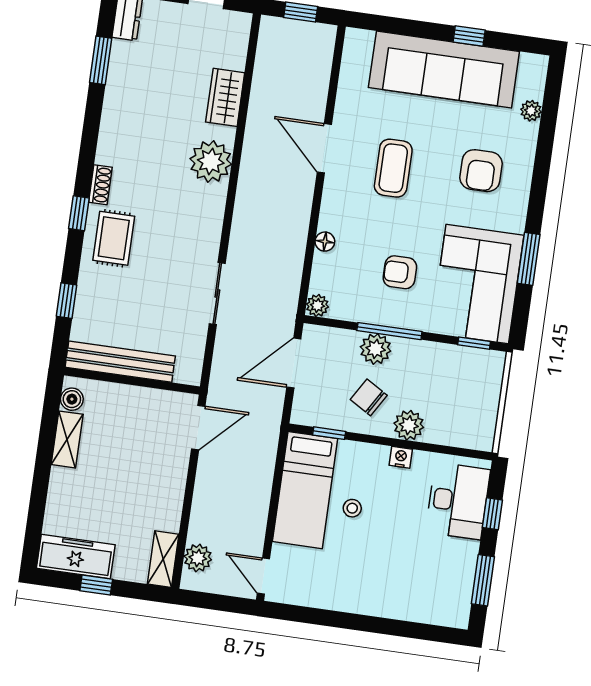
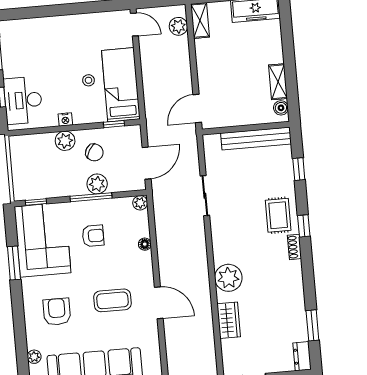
coffee table: (393, 168) -> (112, 300), turned 90

